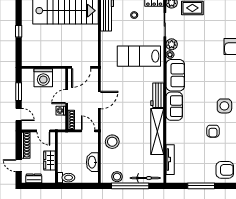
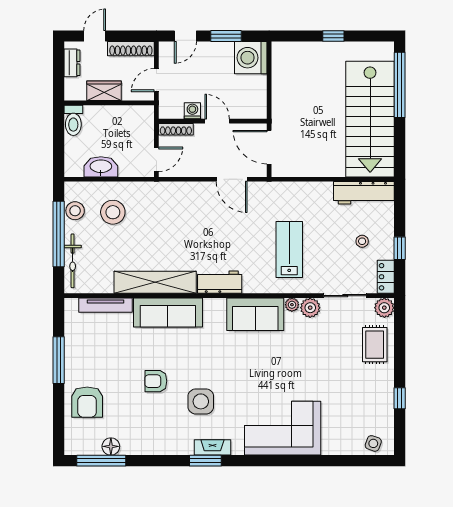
lab bench: (139, 56) -> (289, 250), width x0.73, depth x0.72
washing machine: (43, 78) -> (251, 58), moved
door: (99, 100) -> (232, 179), moved
sofa: (174, 106) -> (168, 312), moved, width x1.36
stool: (112, 142) -> (113, 212), moved

